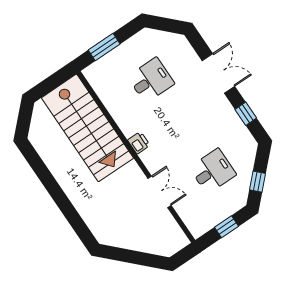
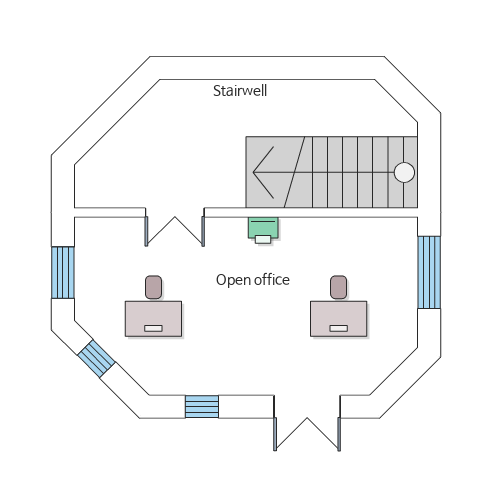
window: (104, 47) -> (429, 272), width x1.44
double door: (218, 73) -> (307, 407), moved
window: (226, 227) -> (63, 273), width x1.50

